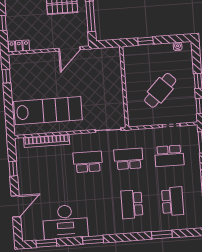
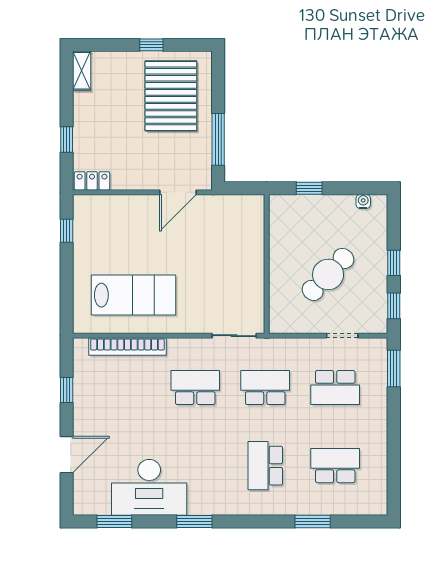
lab bench: (48, 111) -> (133, 295), width x0.73
school desk: (173, 201) -> (335, 466), turned -90

